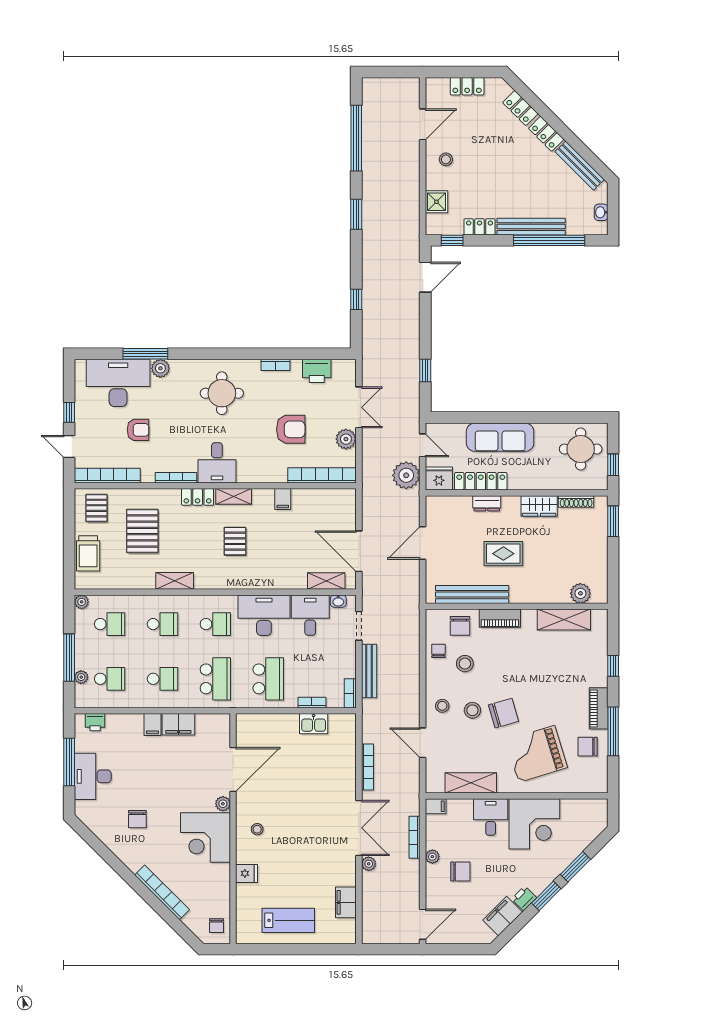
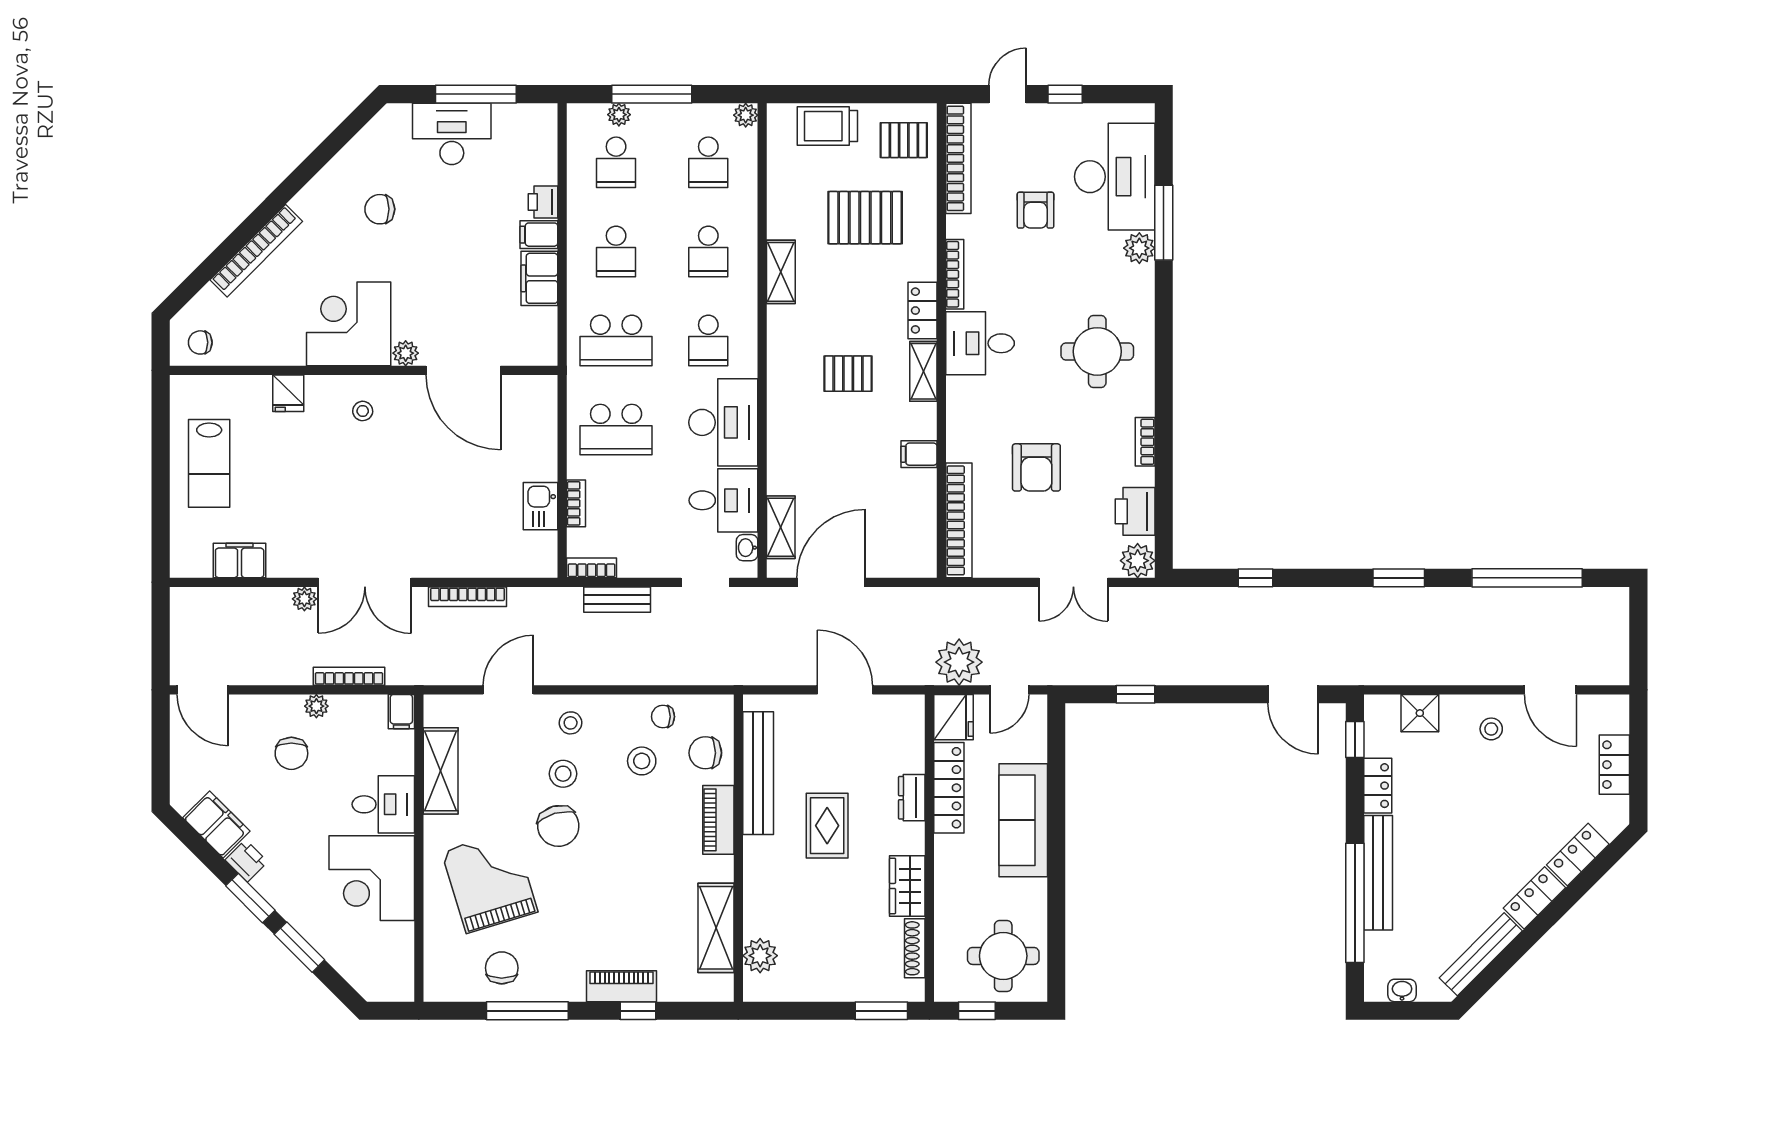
plant: (346, 439) -> (1138, 561), moved
chair: (438, 651) -> (663, 717), turned 180
bench: (369, 671) -> (617, 600), width x0.73
piano: (599, 708) -> (621, 986), moved
printer: (95, 722) -> (543, 202), moved

